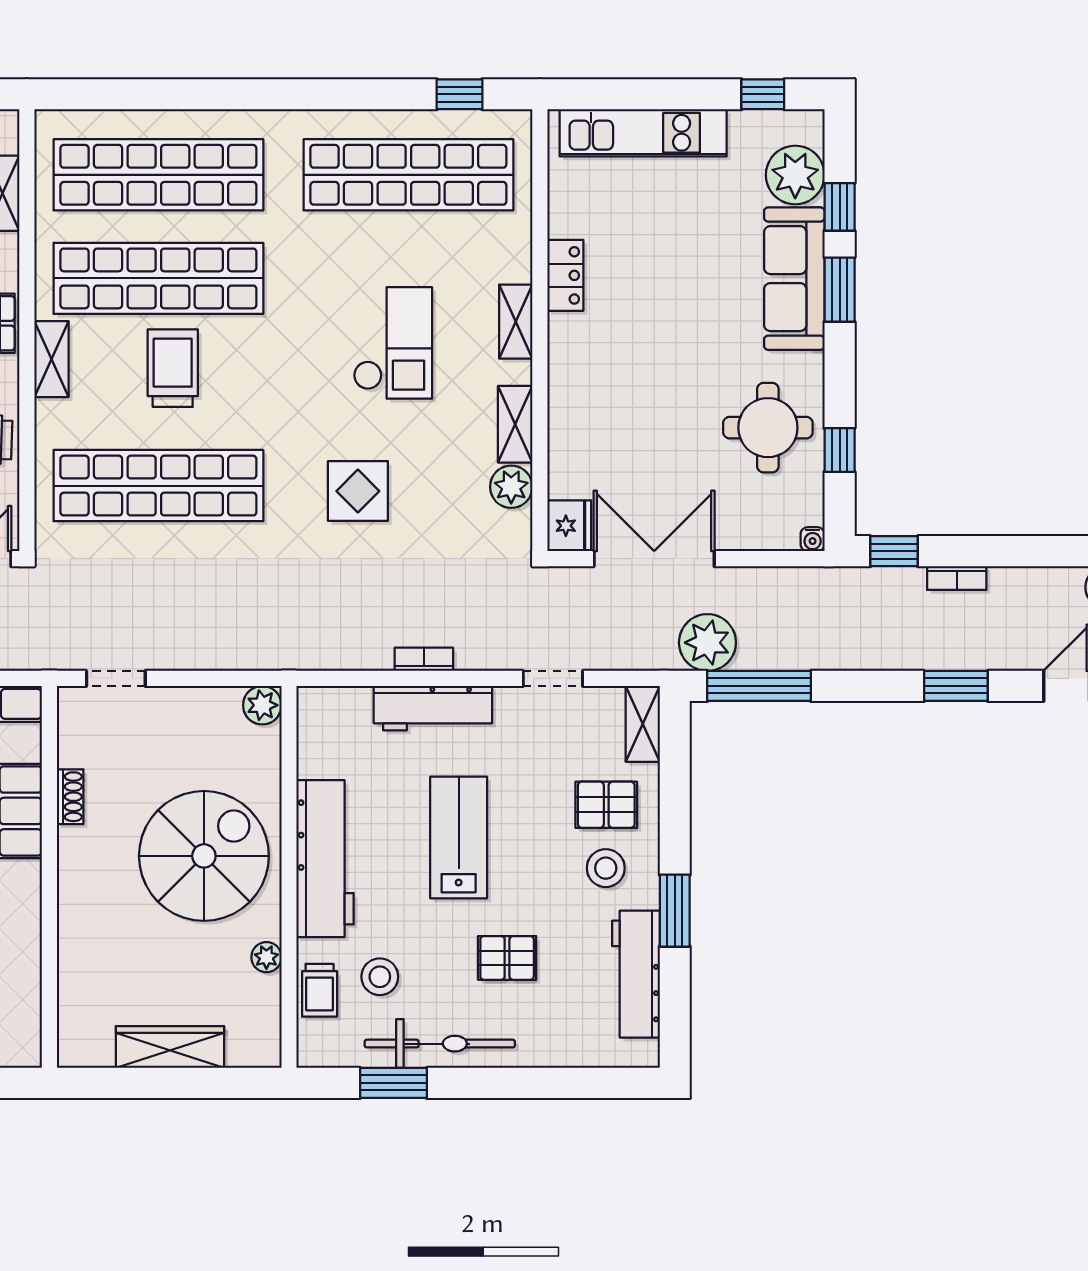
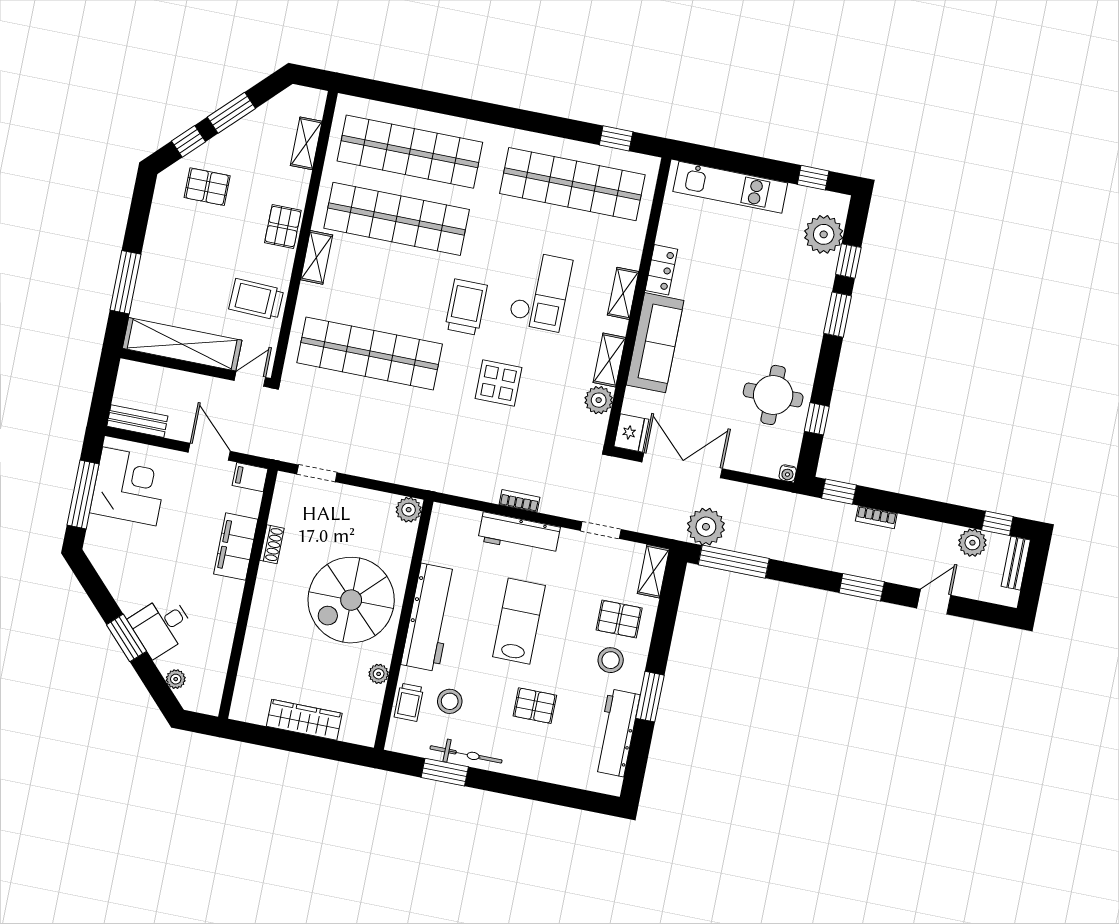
sofa: (794, 279) -> (655, 343), moved, turned 180
trolley: (173, 368) -> (466, 307), moved
spiral stairs: (204, 856) -> (351, 600), turned 180
bicycle: (440, 1044) -> (466, 754), width x0.73, depth x0.71

